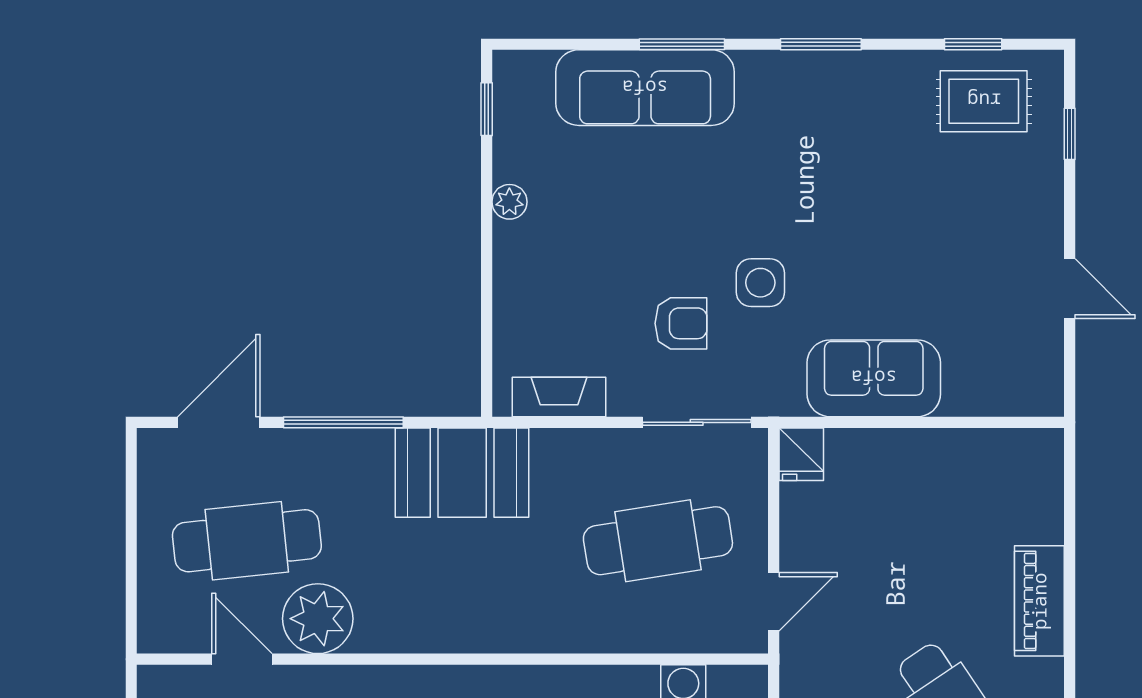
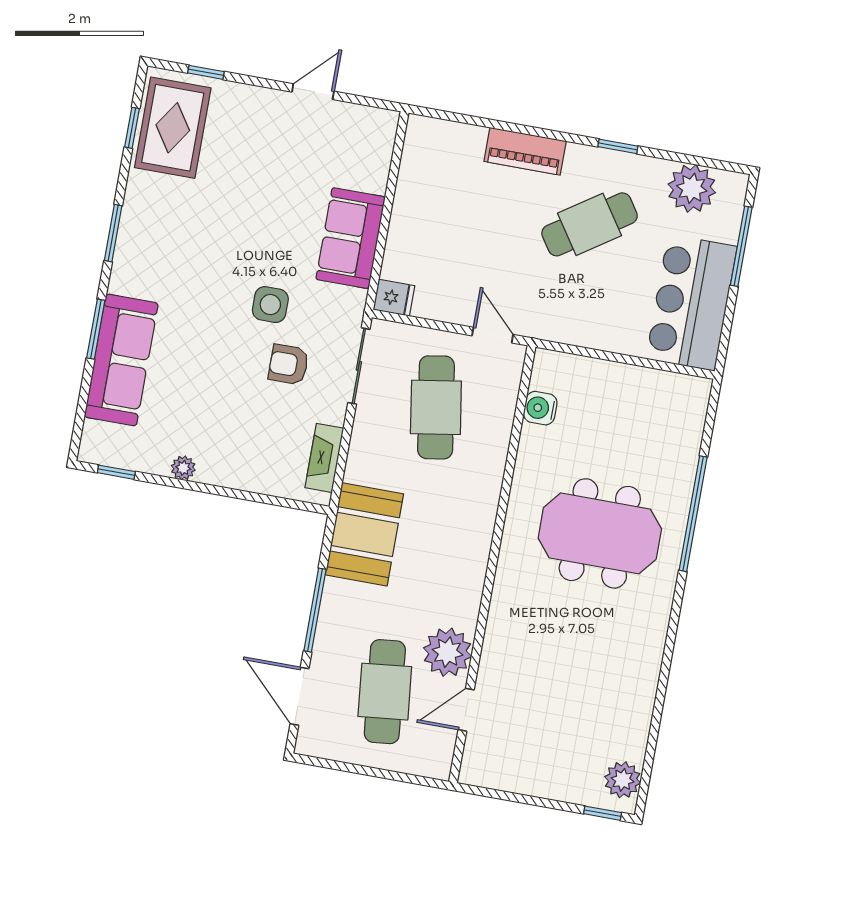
rug: (984, 101) -> (173, 128), width x1.36, depth x1.43
armchair: (681, 323) -> (289, 365), turned -90

